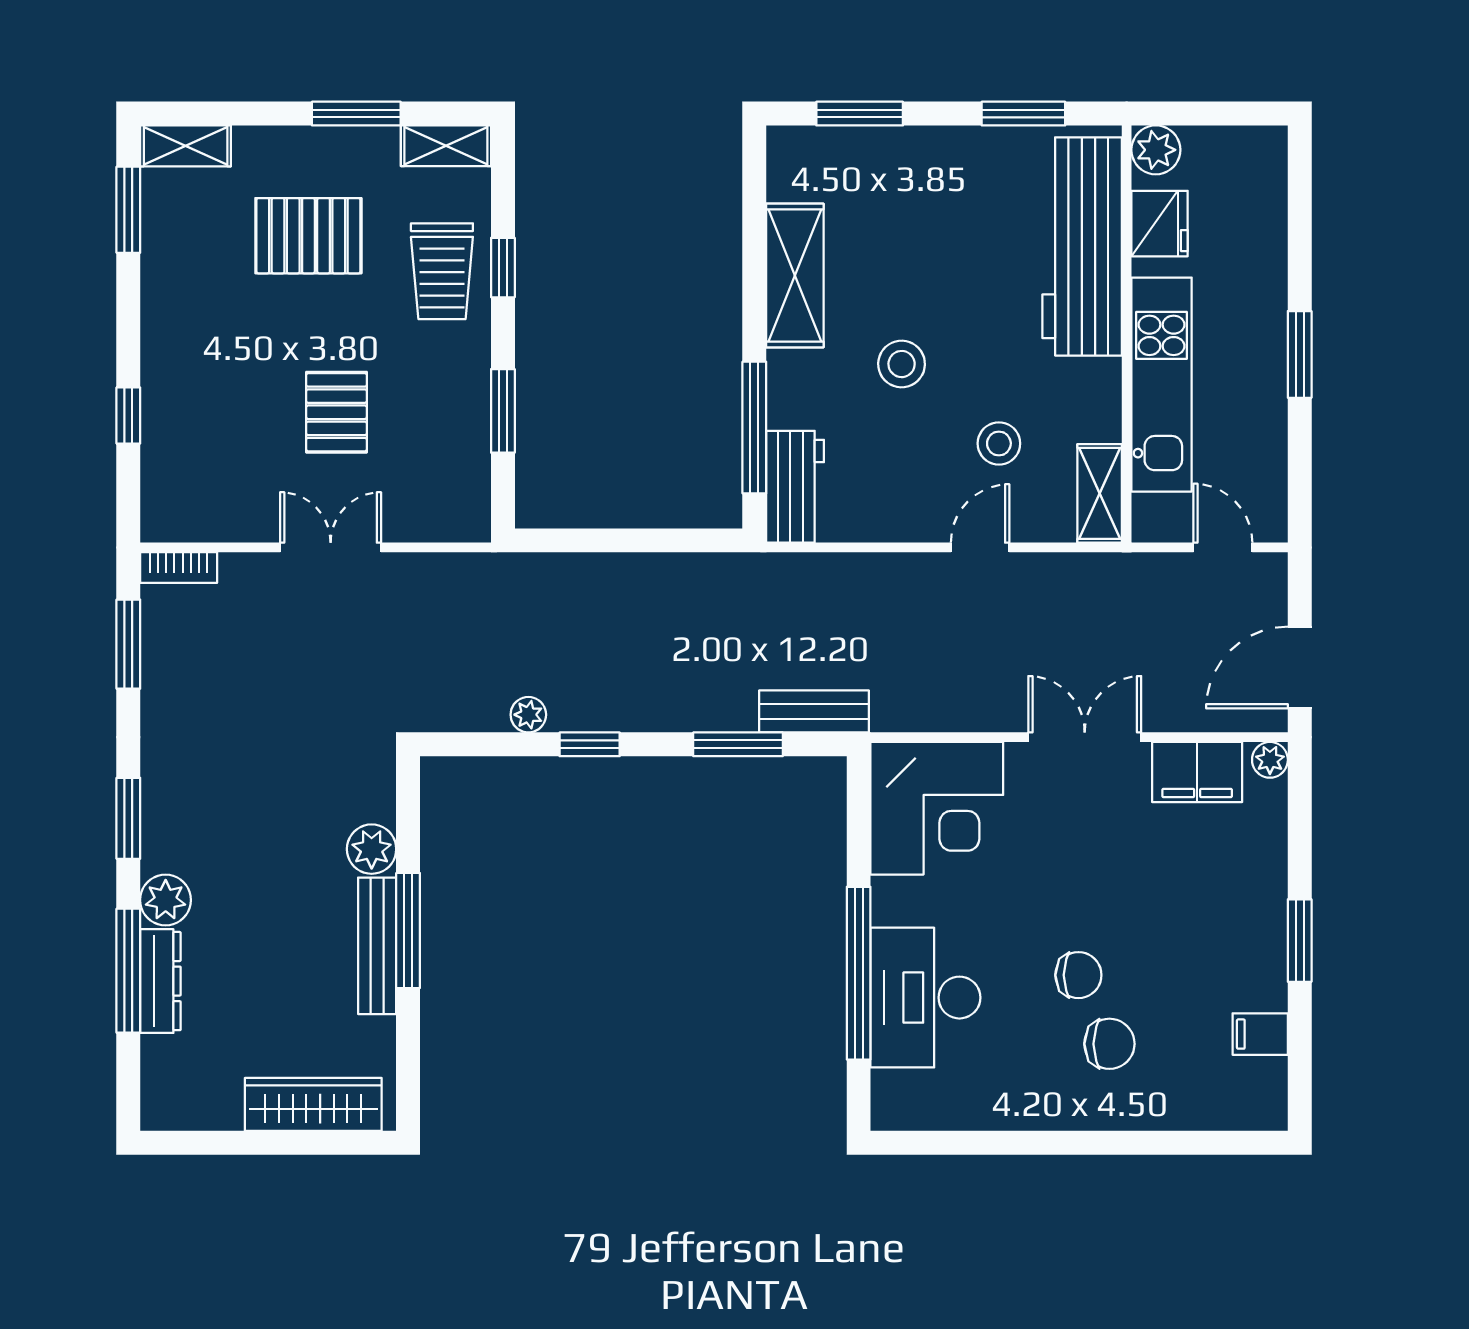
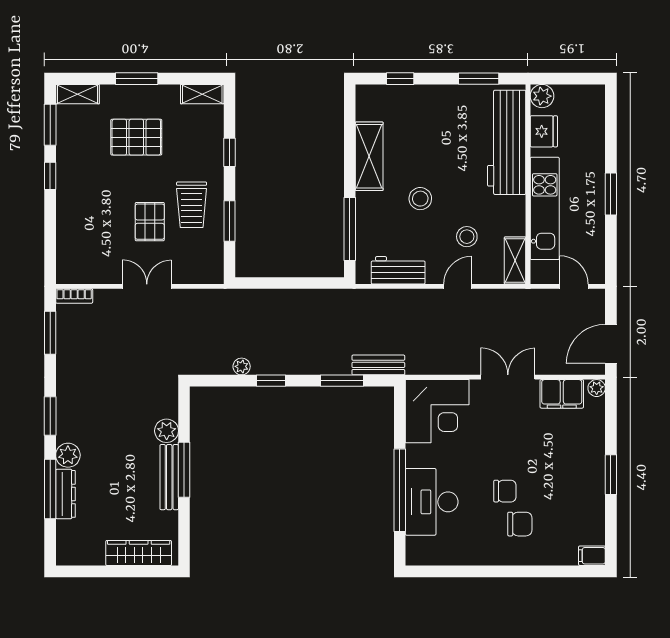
window: (356, 114) -> (137, 79), moved
window: (860, 114) -> (400, 79), width x0.67
trolley: (442, 271) -> (192, 205), moved
window: (128, 416) -> (50, 176), moved
workbench: (795, 487) -> (398, 270), moved, turned -90
filing cabinet: (1260, 1034) -> (592, 556), moved

